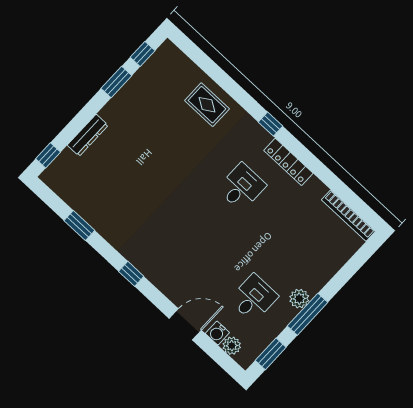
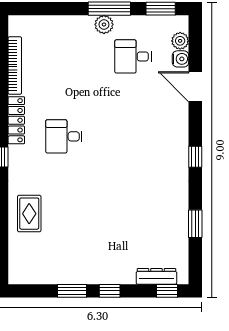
window: (143, 54) -> (110, 291), moved
dresser: (88, 135) -> (156, 276), moved
bookcase: (348, 216) -> (15, 65), moved

